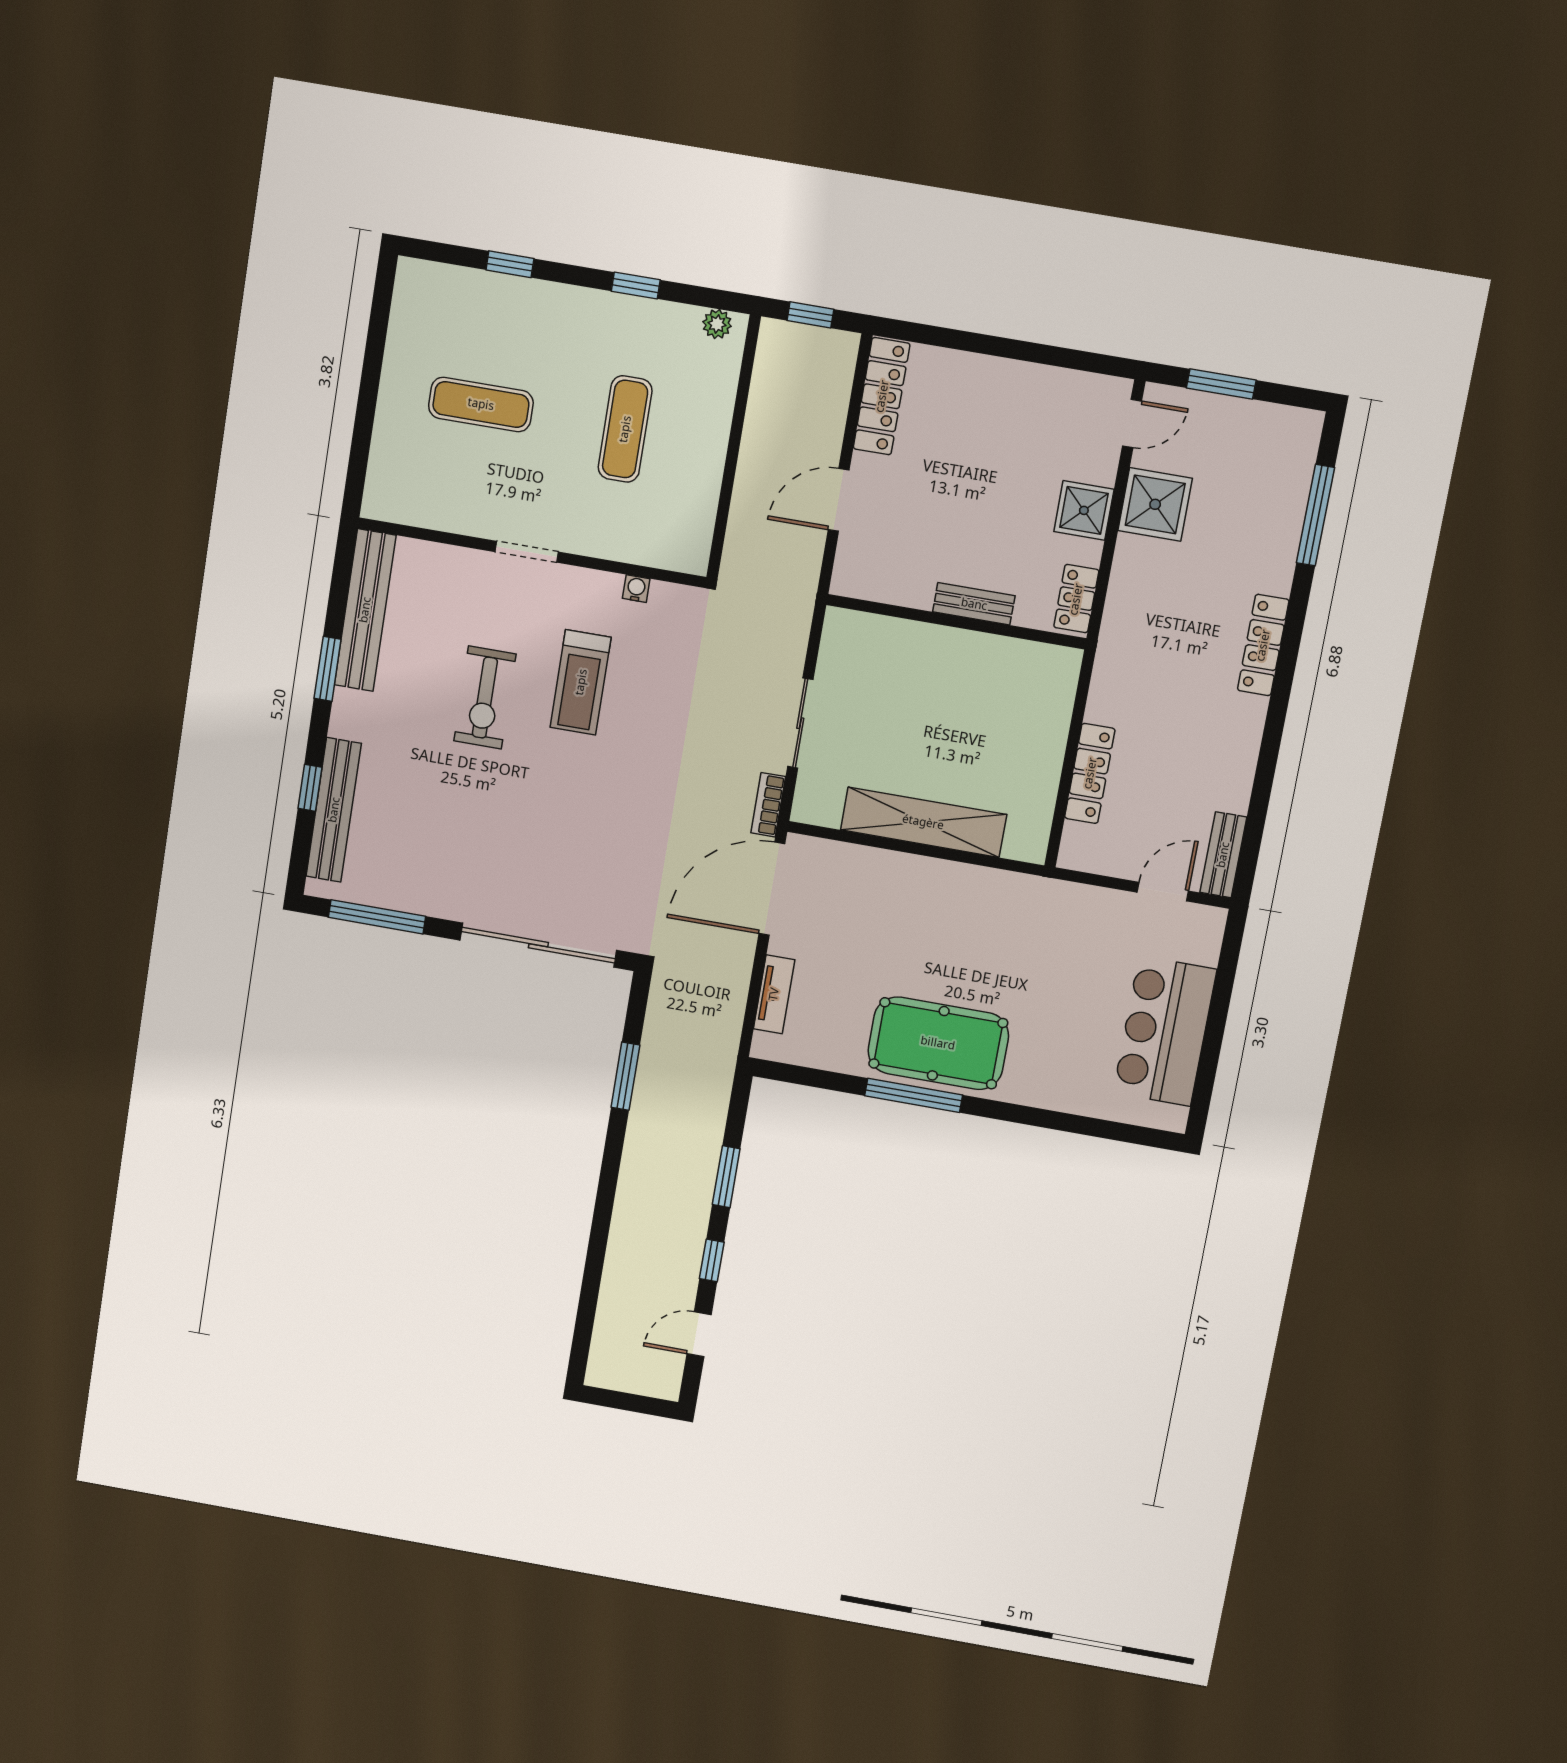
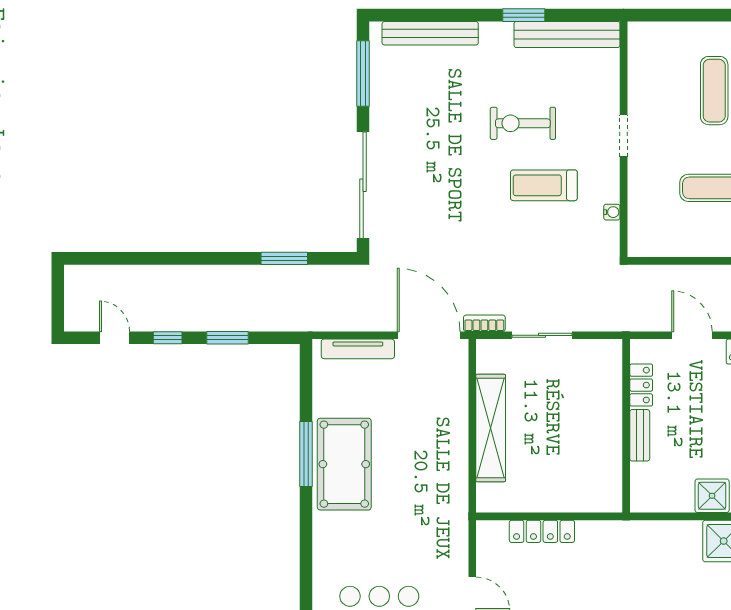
locker: (1076, 599) -> (641, 385), moved, turned 90
window: (310, 788) -> (442, 15), removed
tv unit: (774, 994) -> (358, 349), width x1.41

